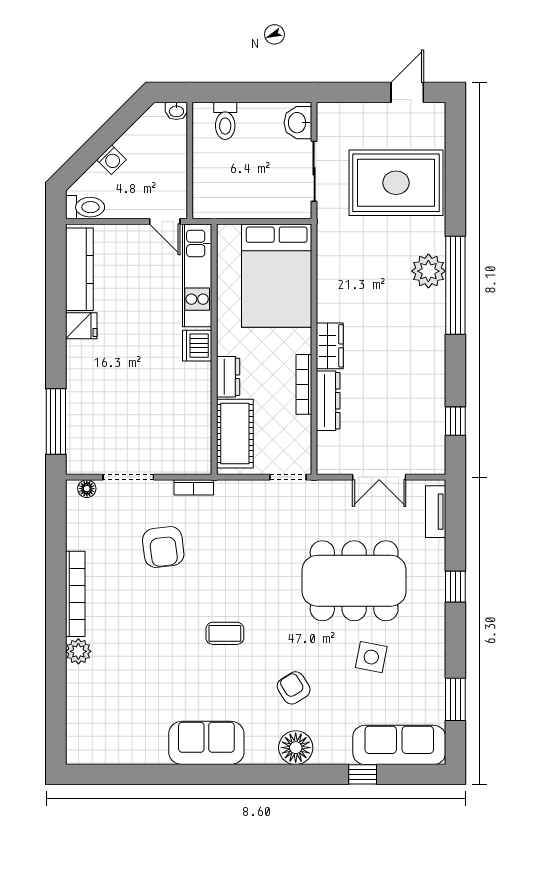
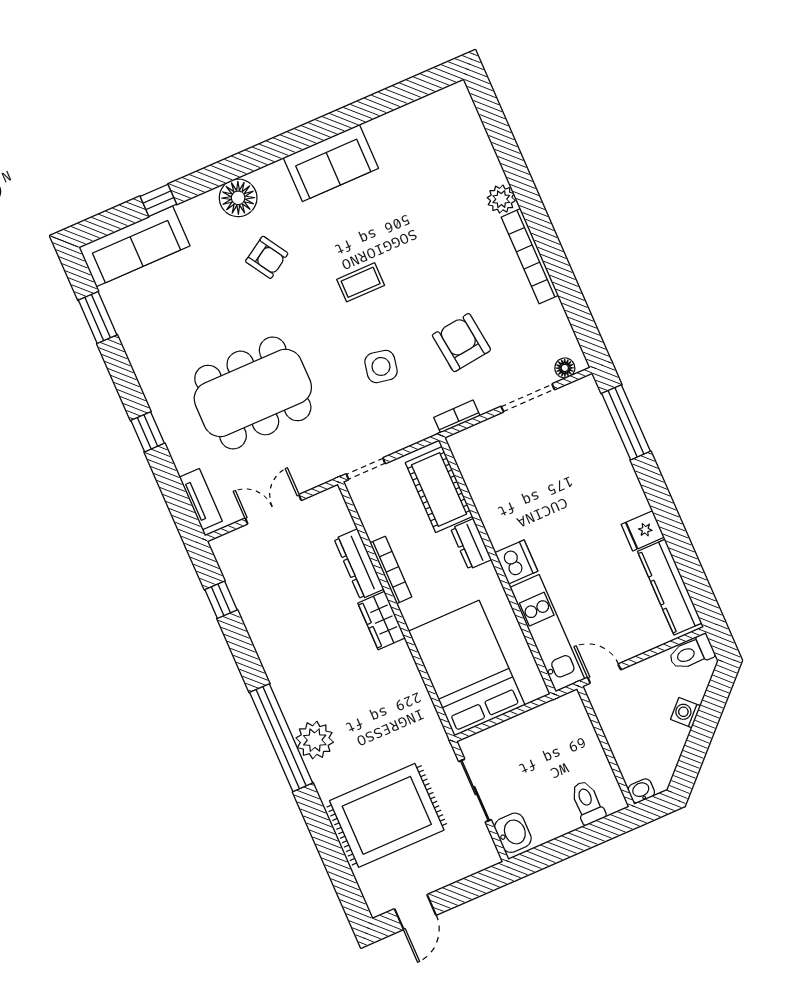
side table: (371, 657) -> (381, 366), moved

